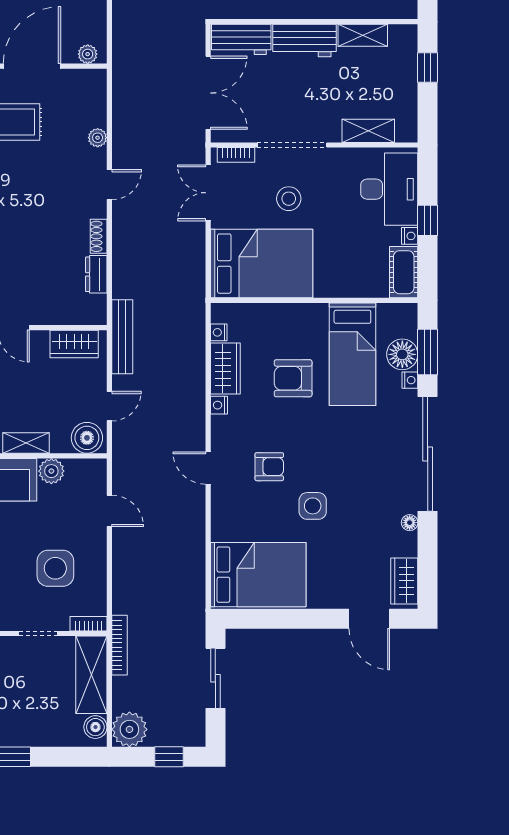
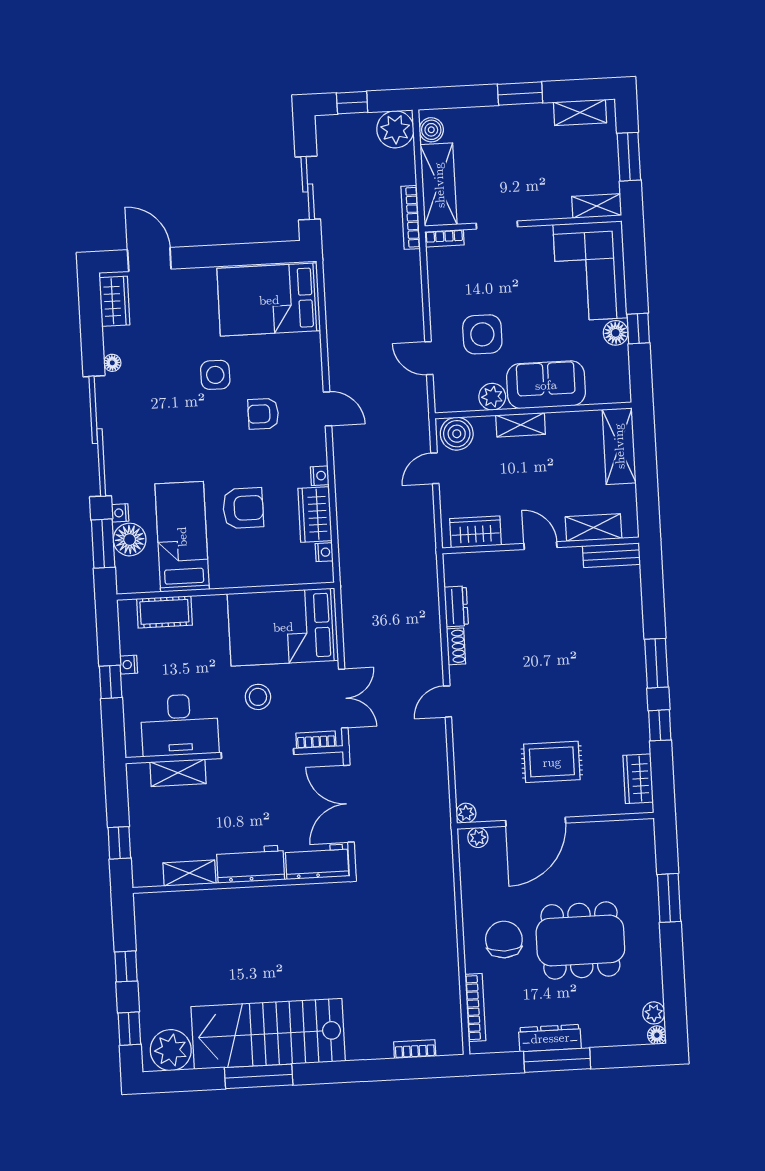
plant: (98, 138) -> (466, 813), moved
desk: (389, 189) -> (180, 725), moved, turned -90
cot: (404, 272) -> (164, 612), moved, turned 90
bench: (122, 337) -> (425, 542), removed
side table: (55, 568) -> (482, 334), moved

